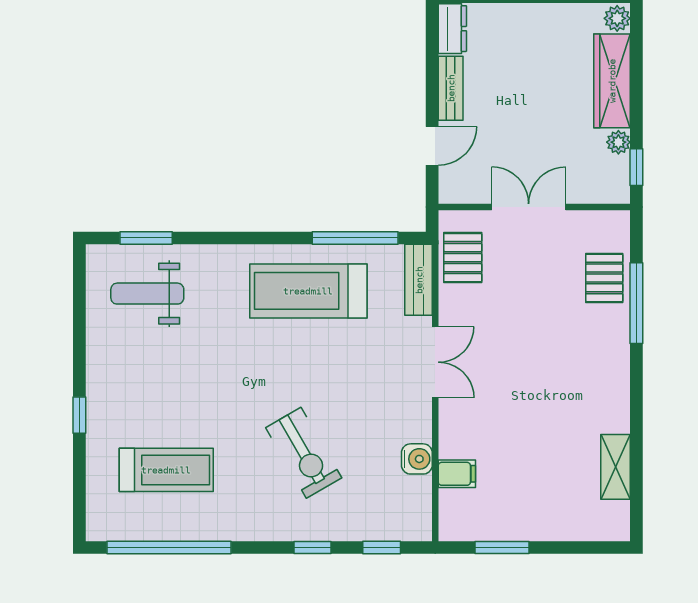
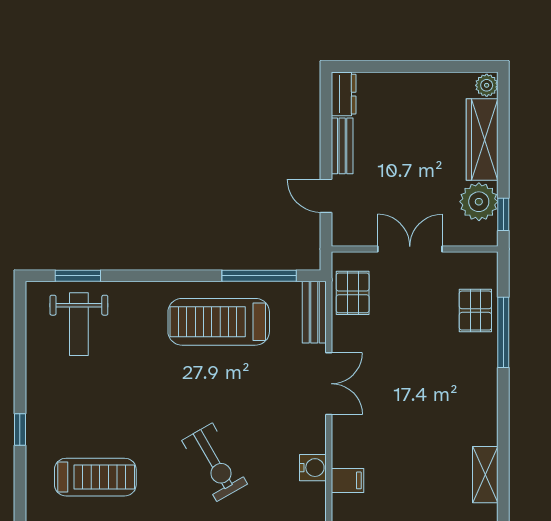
plant: (618, 142) -> (479, 202), width x1.87, depth x1.87
door: (432, 146) -> (326, 196), swing flipped
weight bench: (147, 294) -> (79, 324), turned -90

